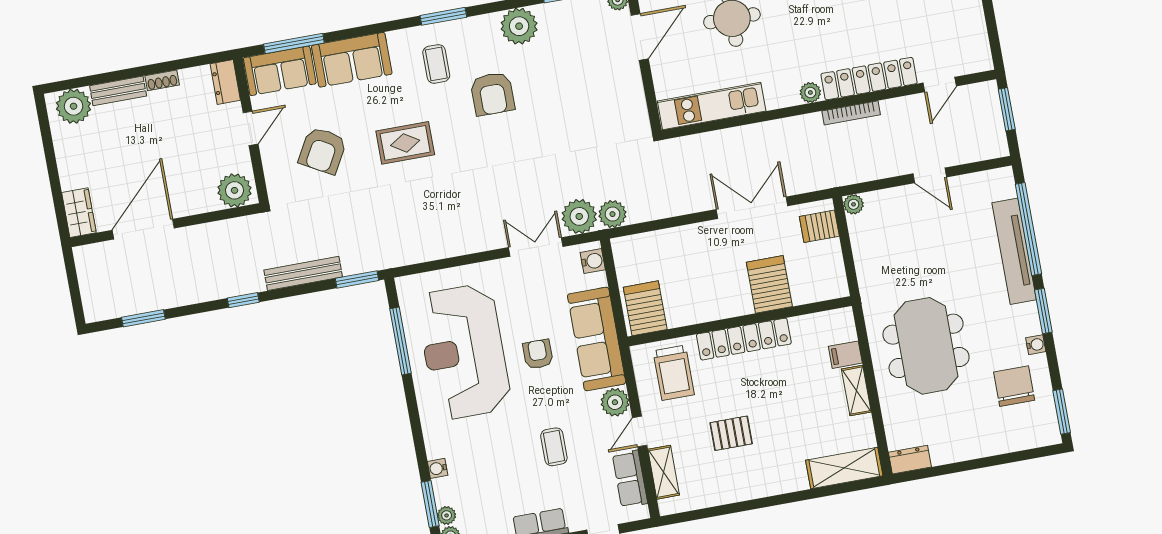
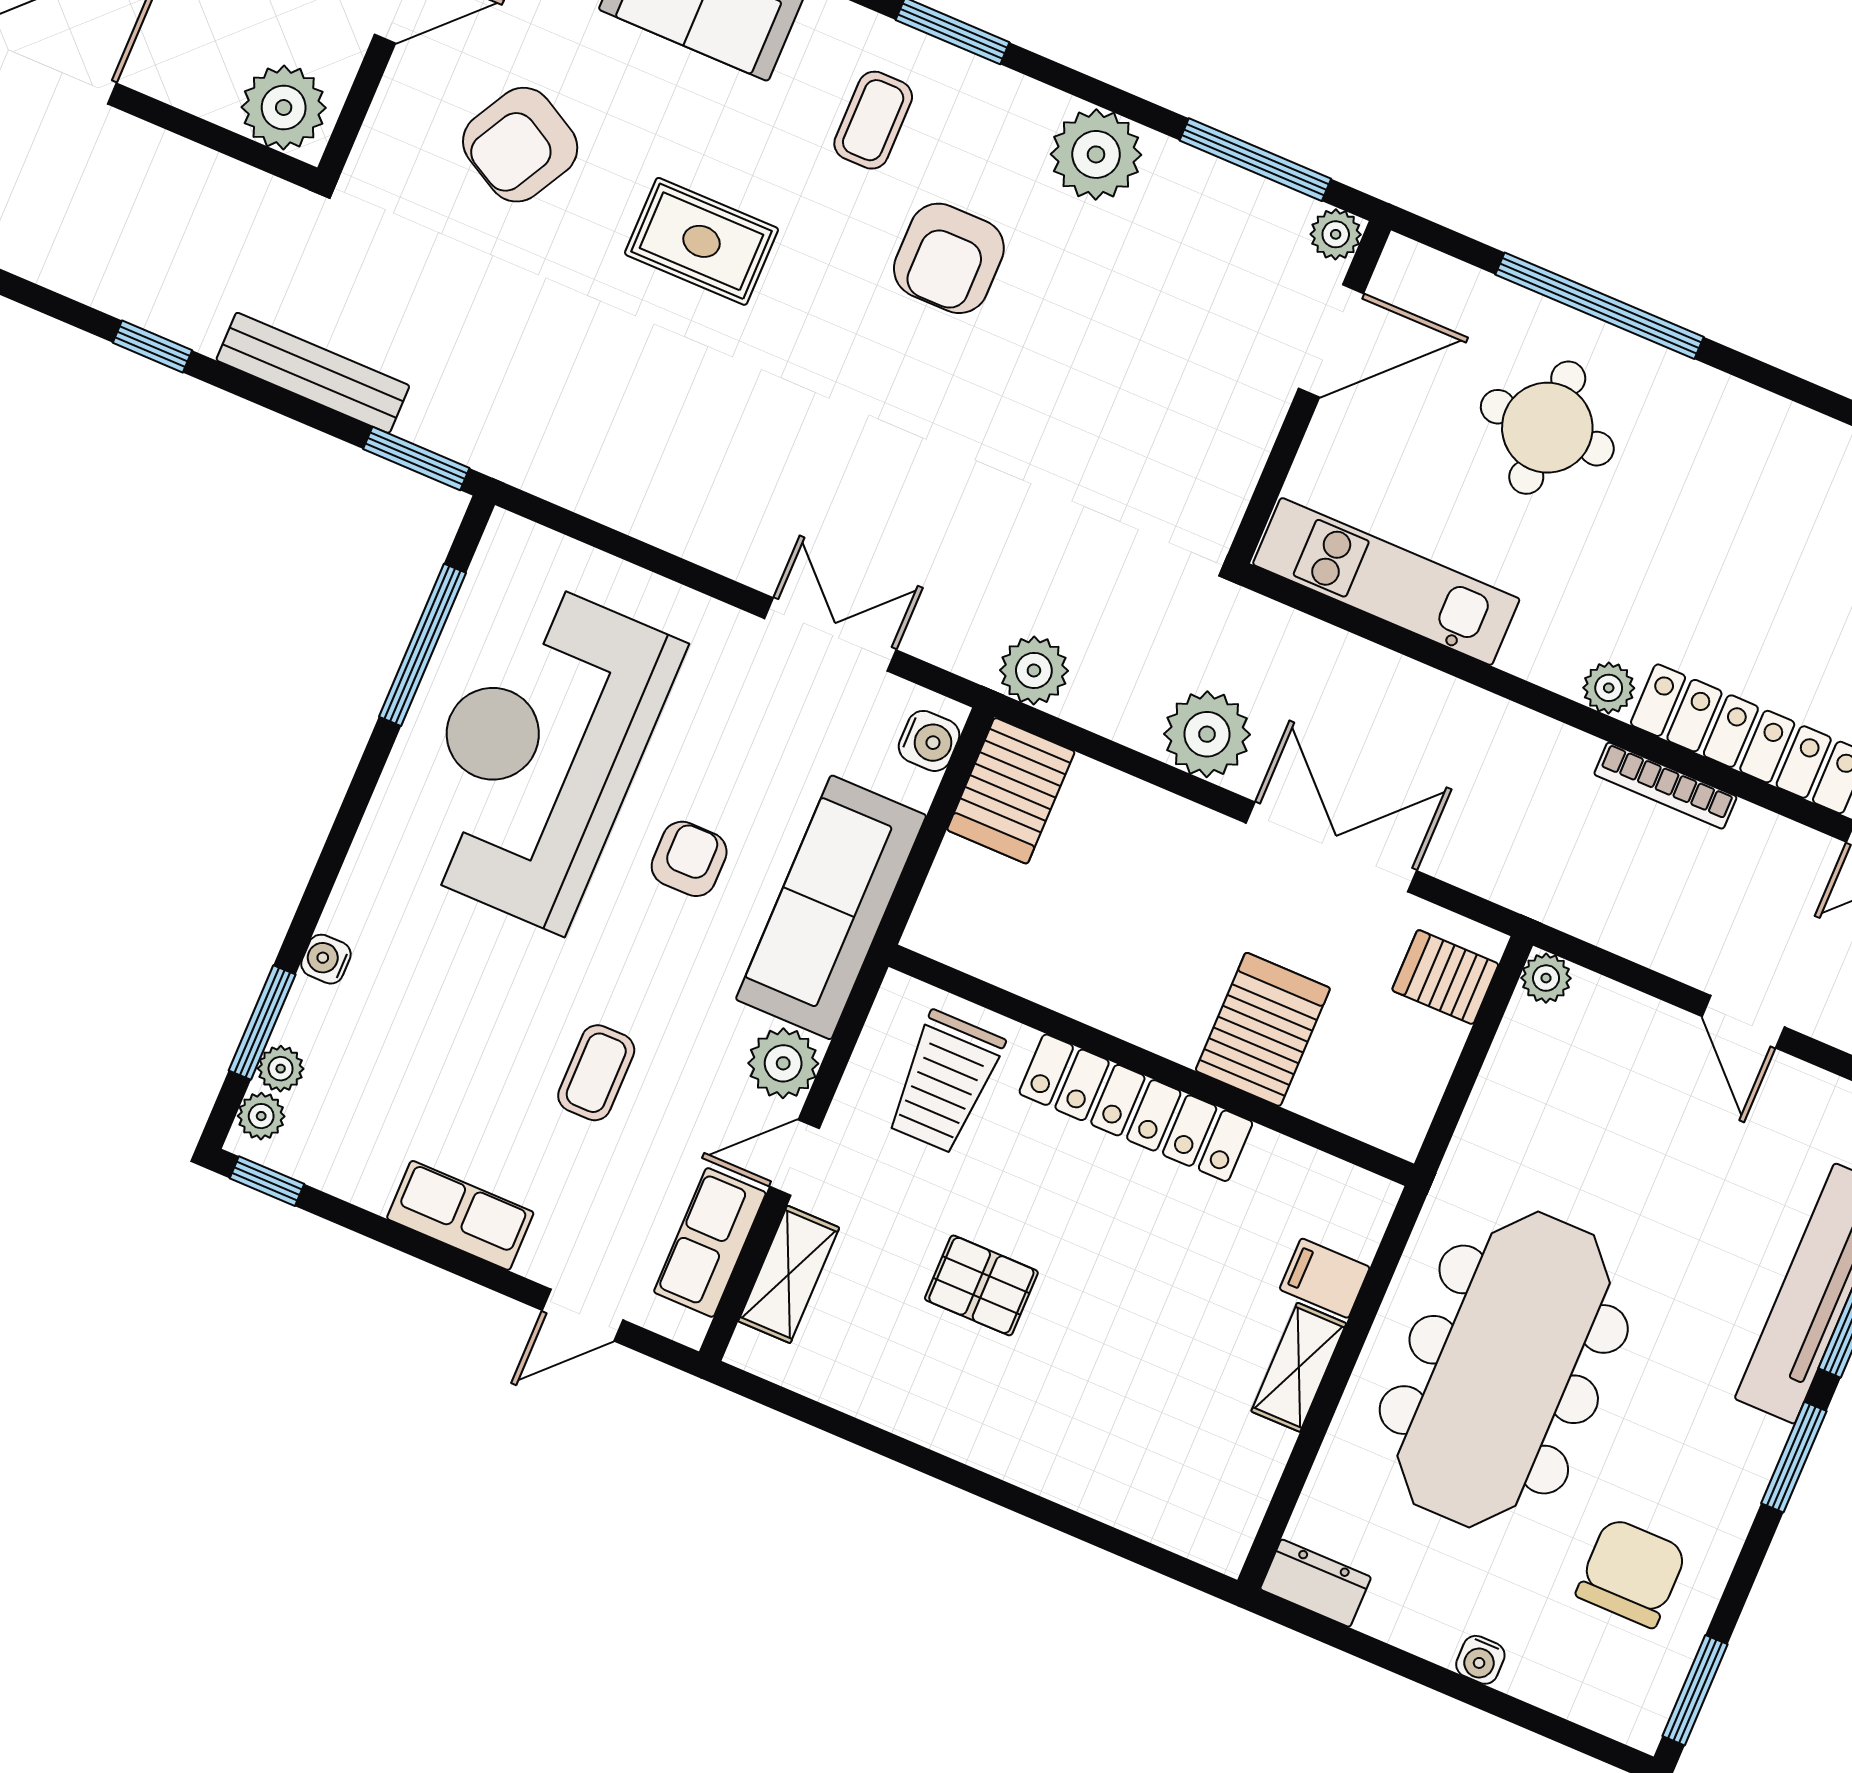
plant: (579, 216) -> (1207, 734), moved
server rack: (645, 308) -> (1011, 791), moved, turned 180
water cooler: (1036, 345) -> (1480, 1660), moved, turned 90
meeting table: (926, 346) -> (1504, 1369), width x1.36
shelving: (844, 468) -> (1168, 1511), removed

